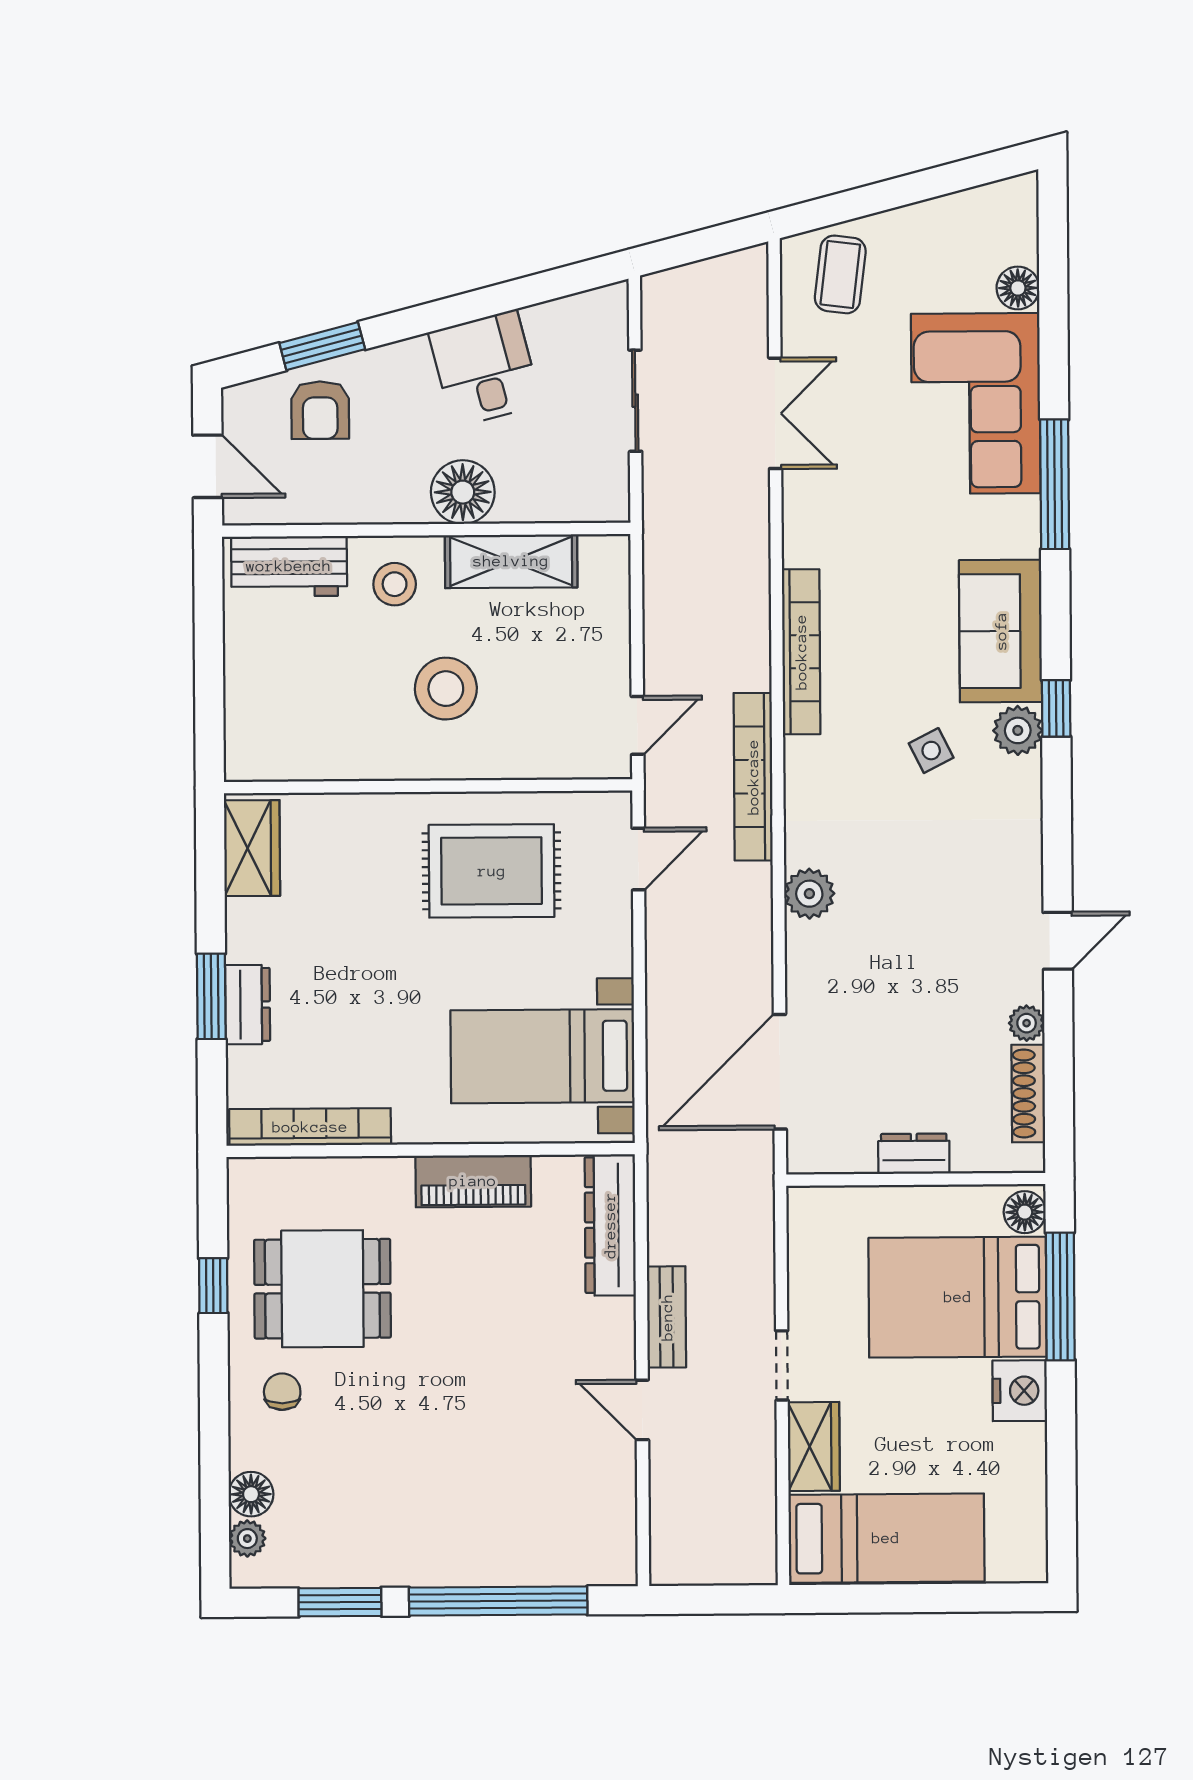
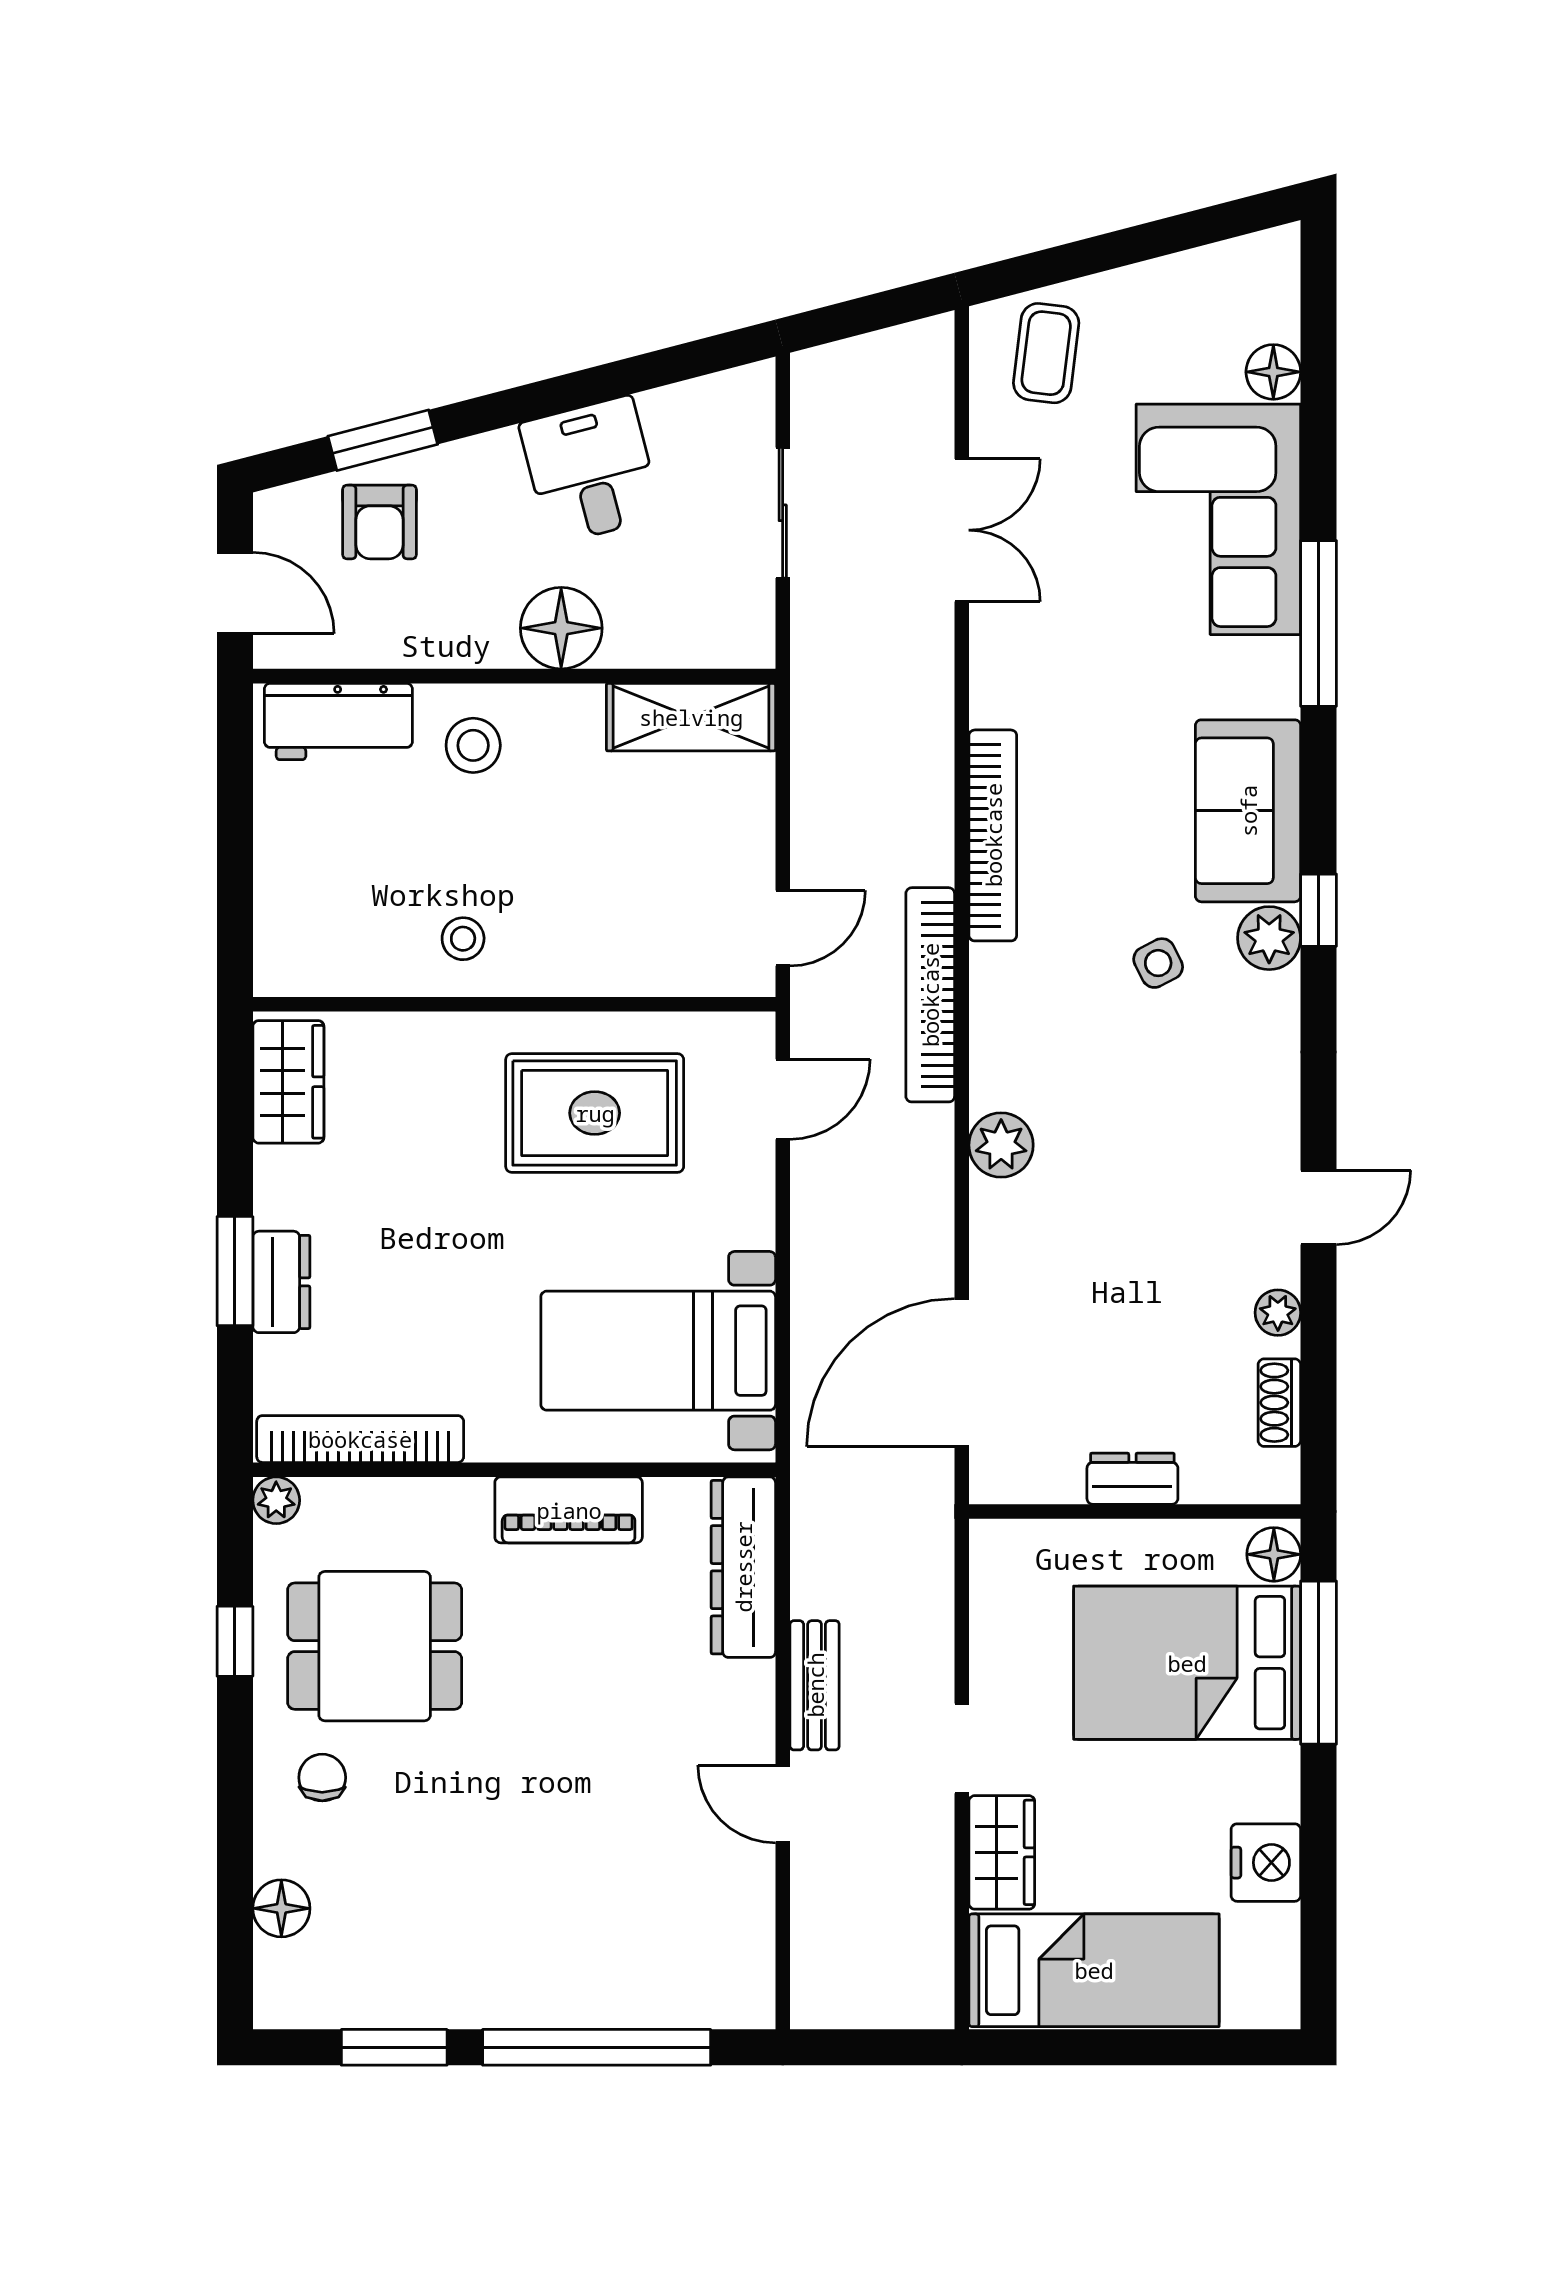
shelving: (511, 561) -> (691, 717), moved
stool: (446, 689) -> (463, 939), moved, width x0.53, depth x0.53
shoe rack: (1028, 1093) -> (1279, 1403), width x0.70
nightstand: (1020, 1391) -> (1266, 1863), moved
plant: (247, 1539) -> (276, 1500), moved

